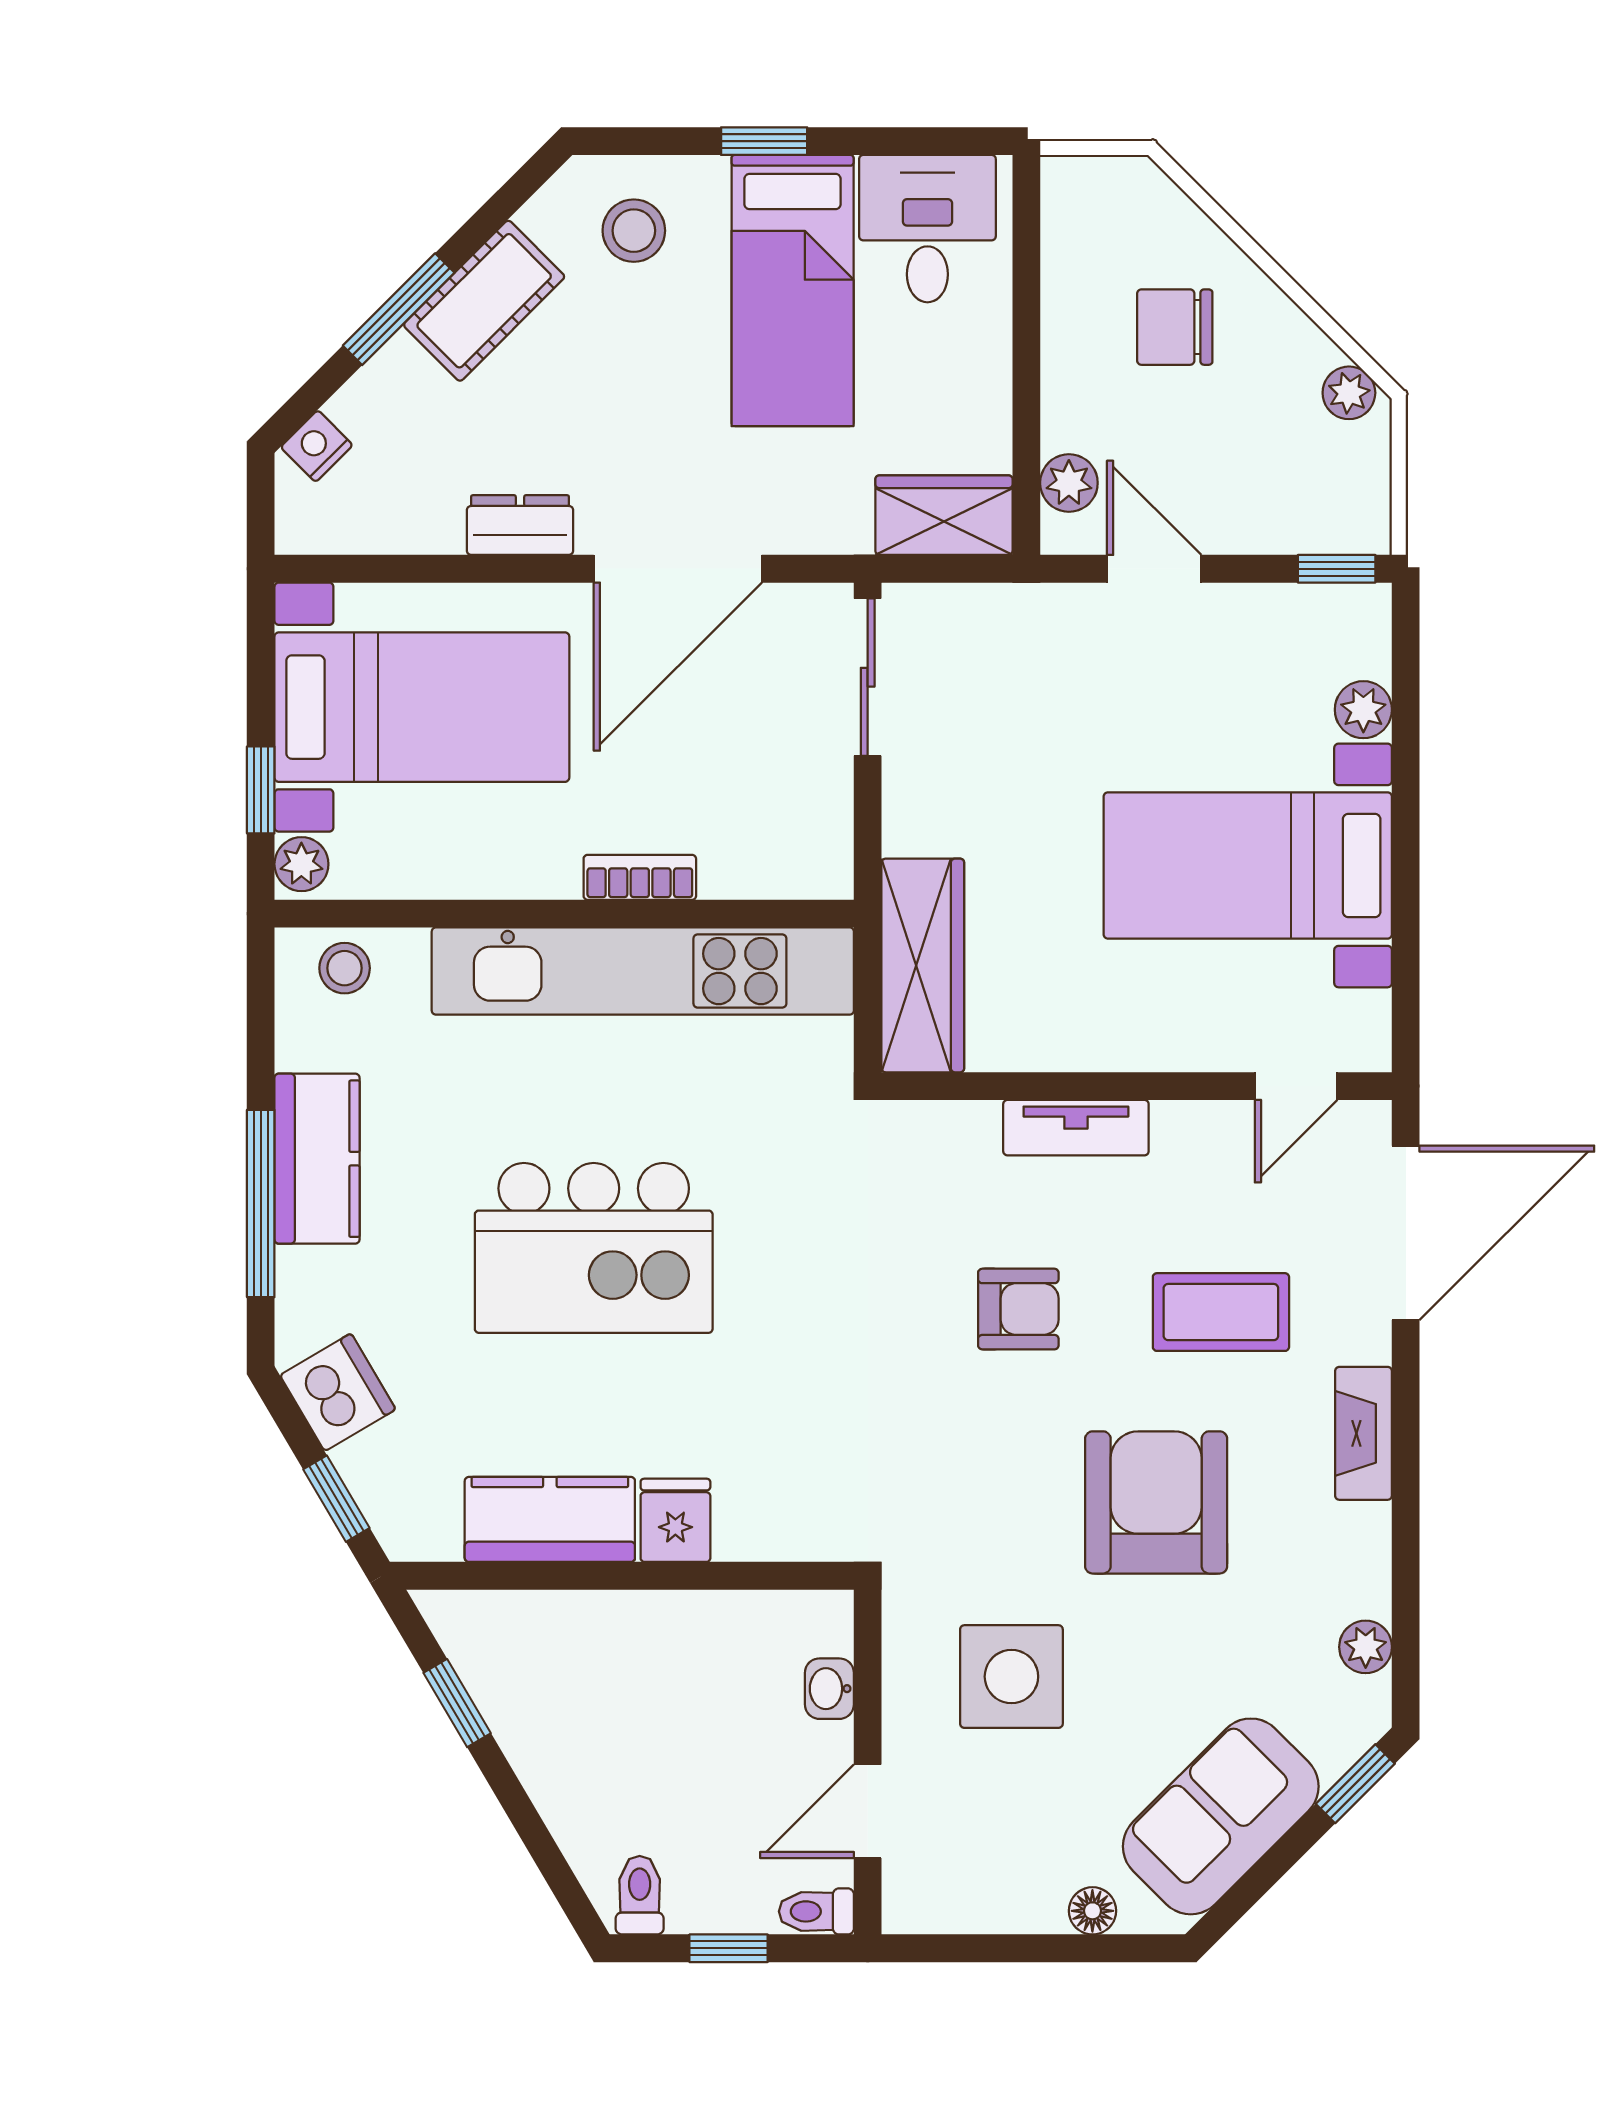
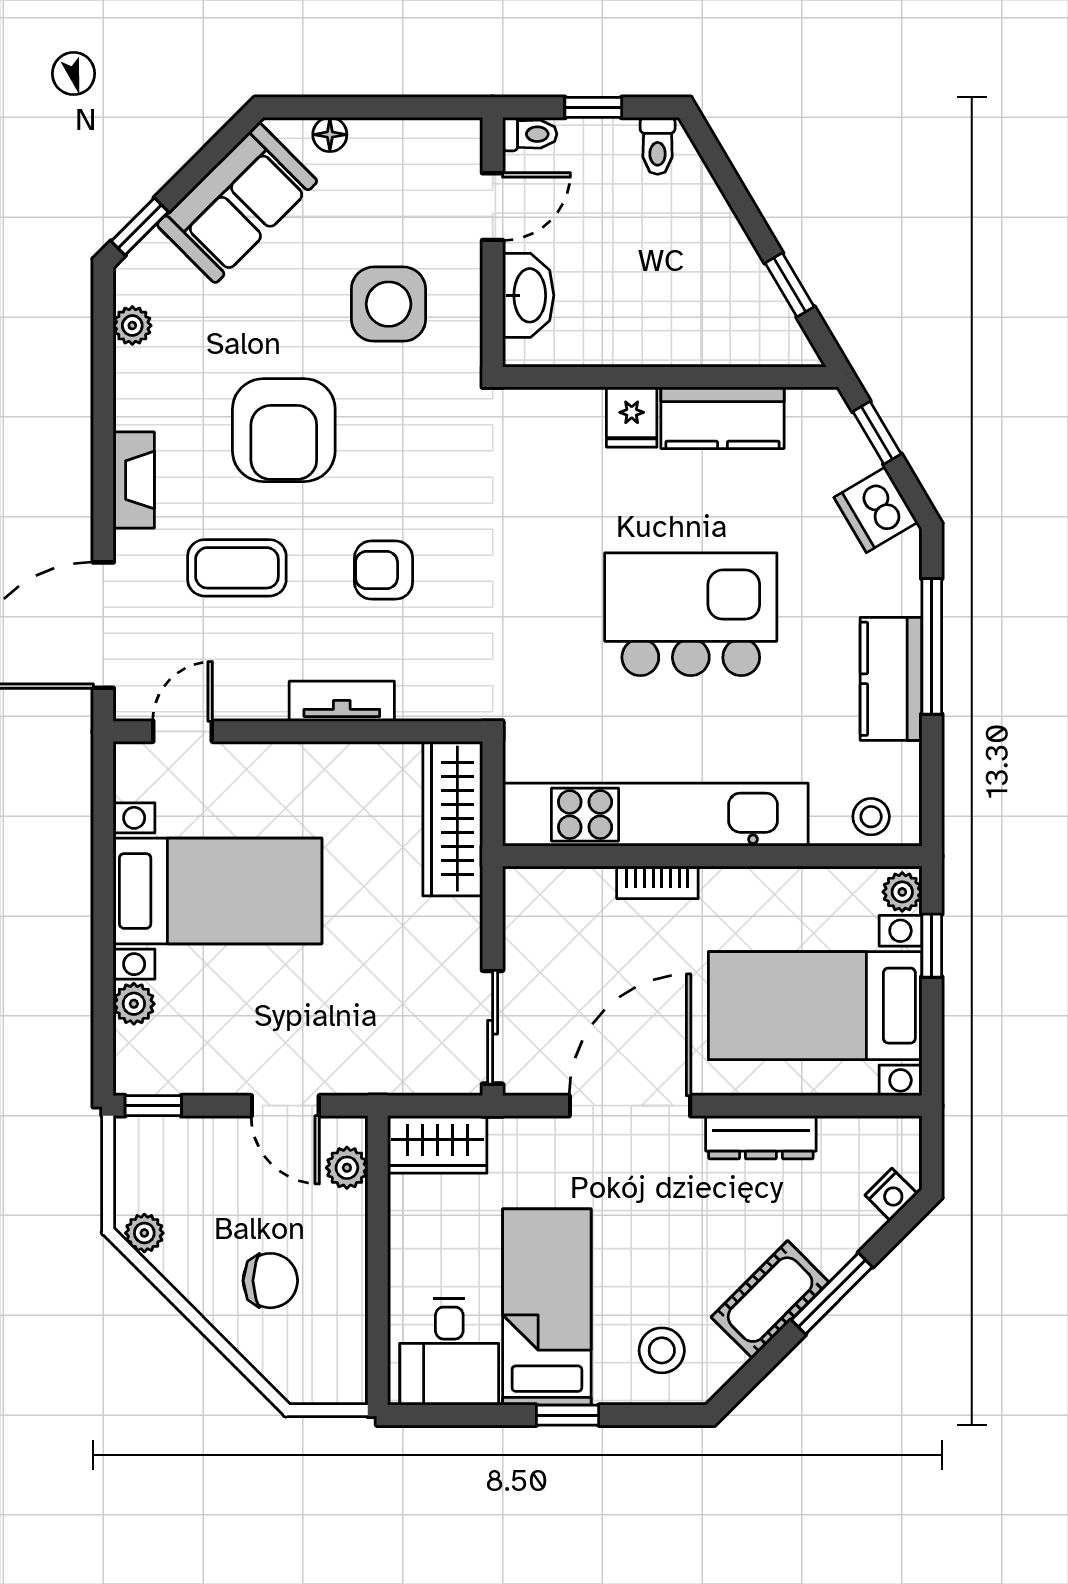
dresser: (520, 525) -> (761, 1137), width x1.44
washbasin: (829, 1689) -> (528, 295), width x1.91, depth x1.45

